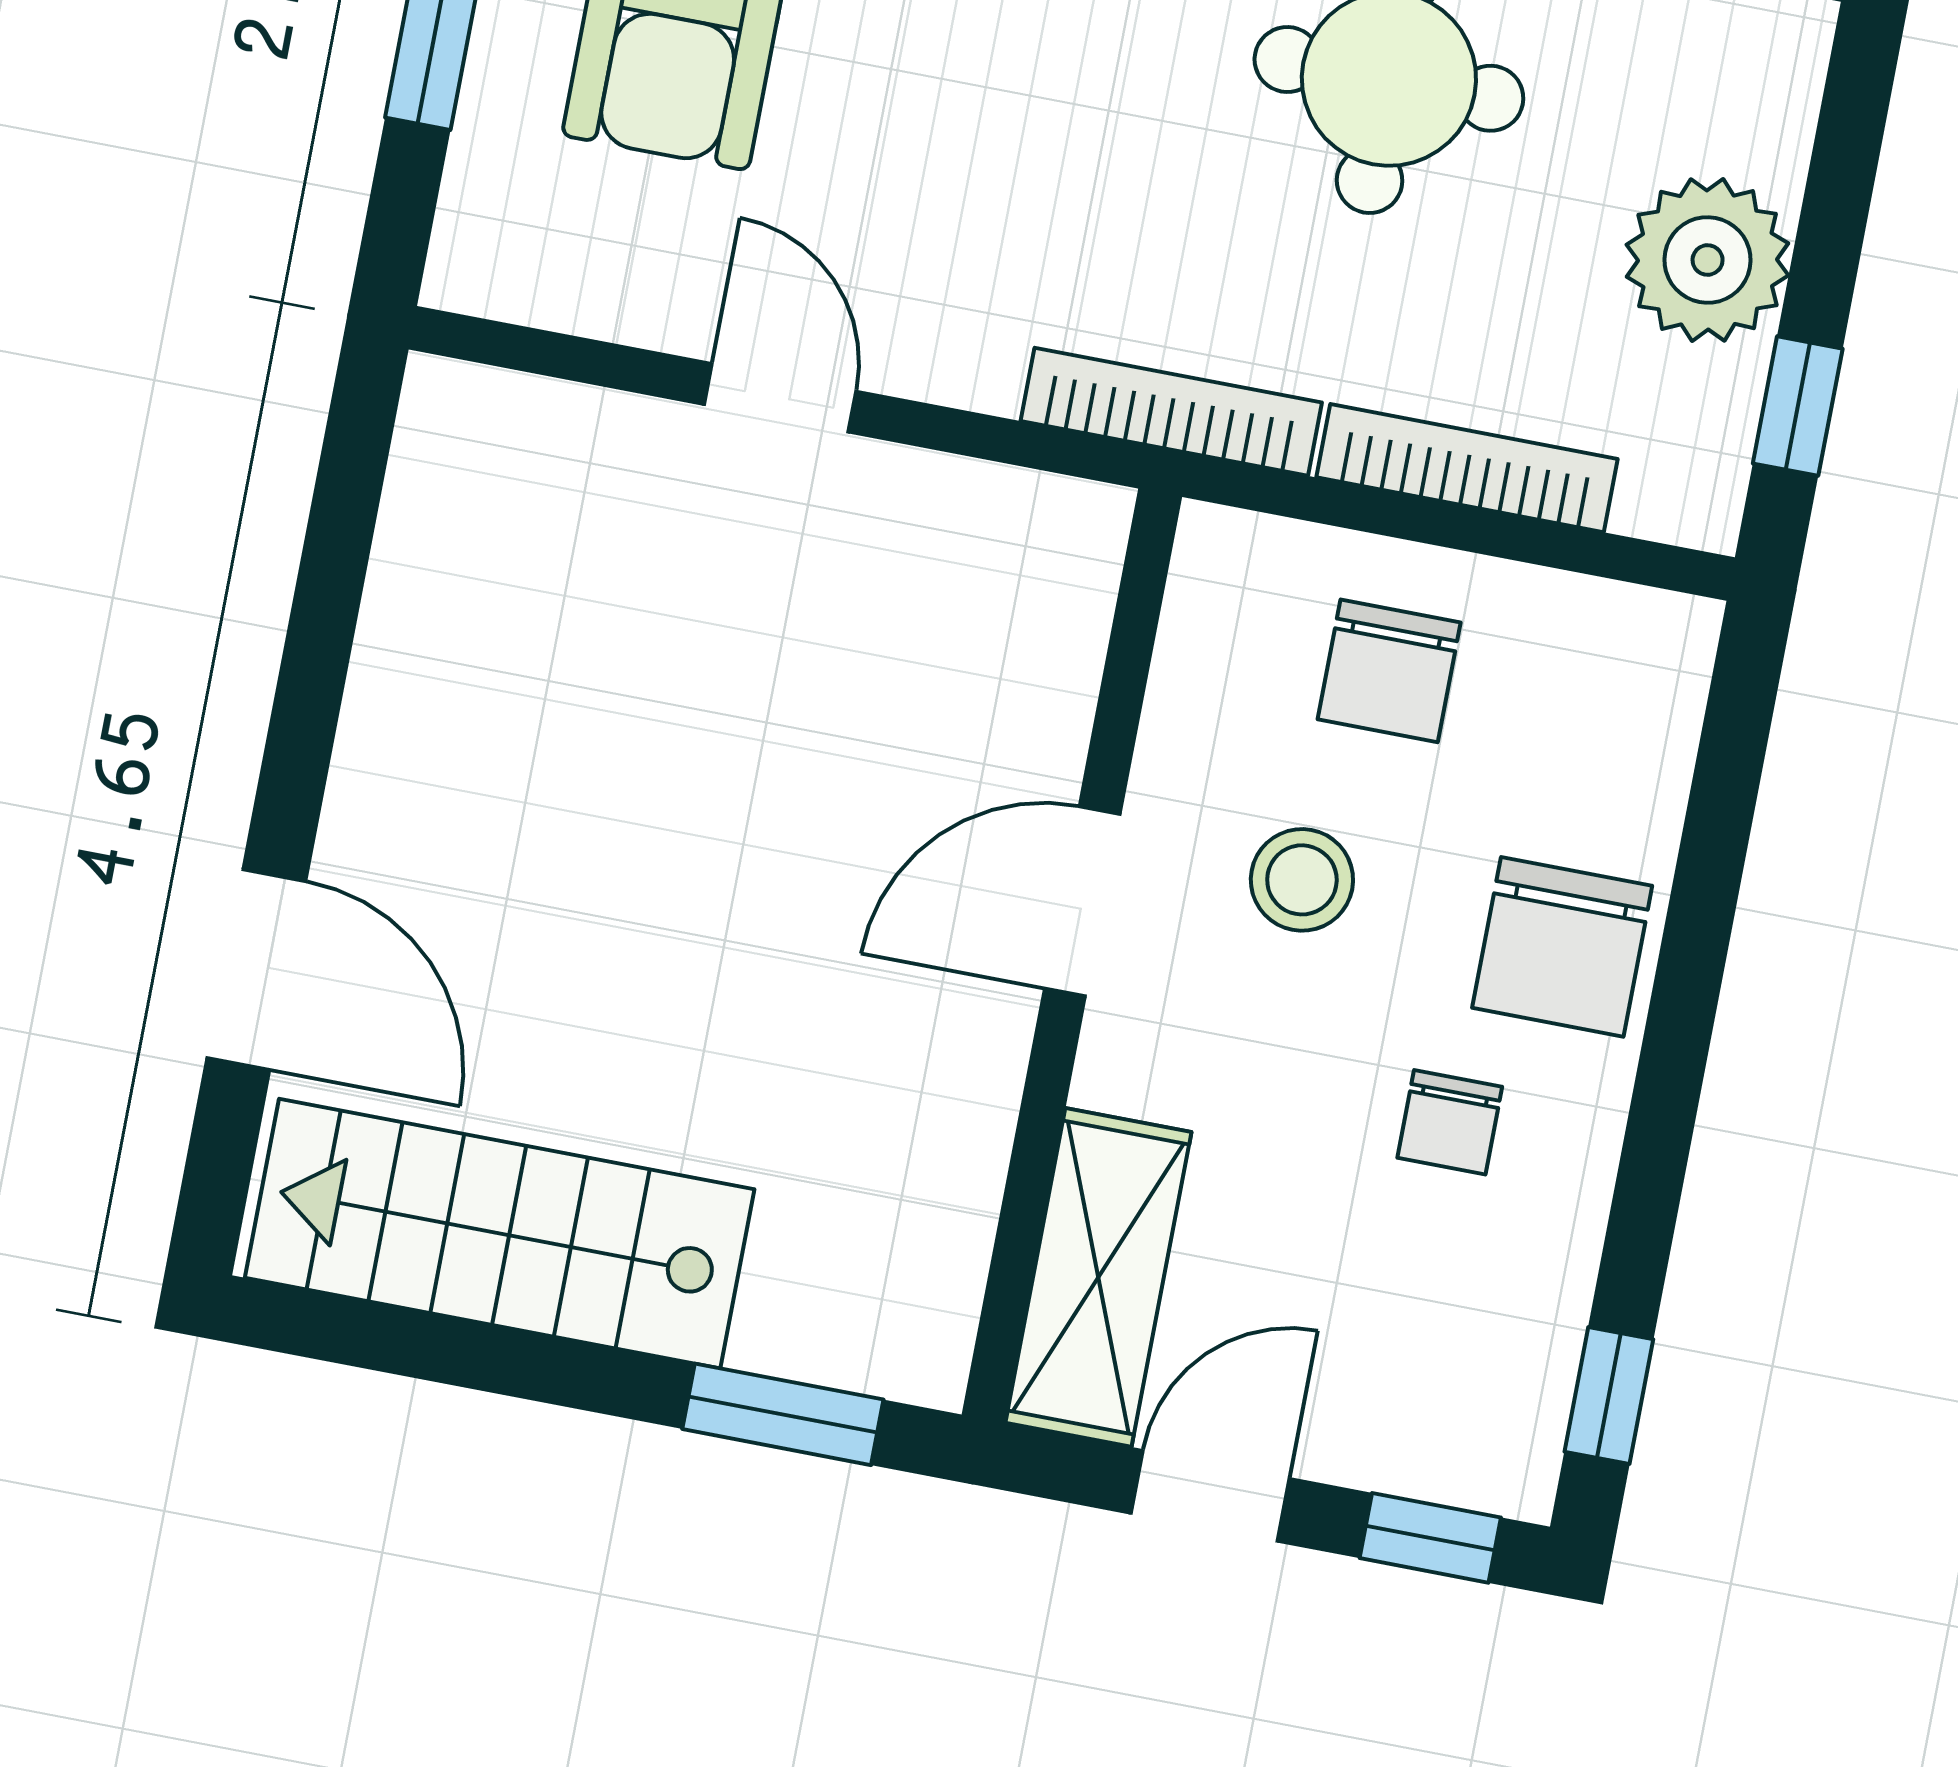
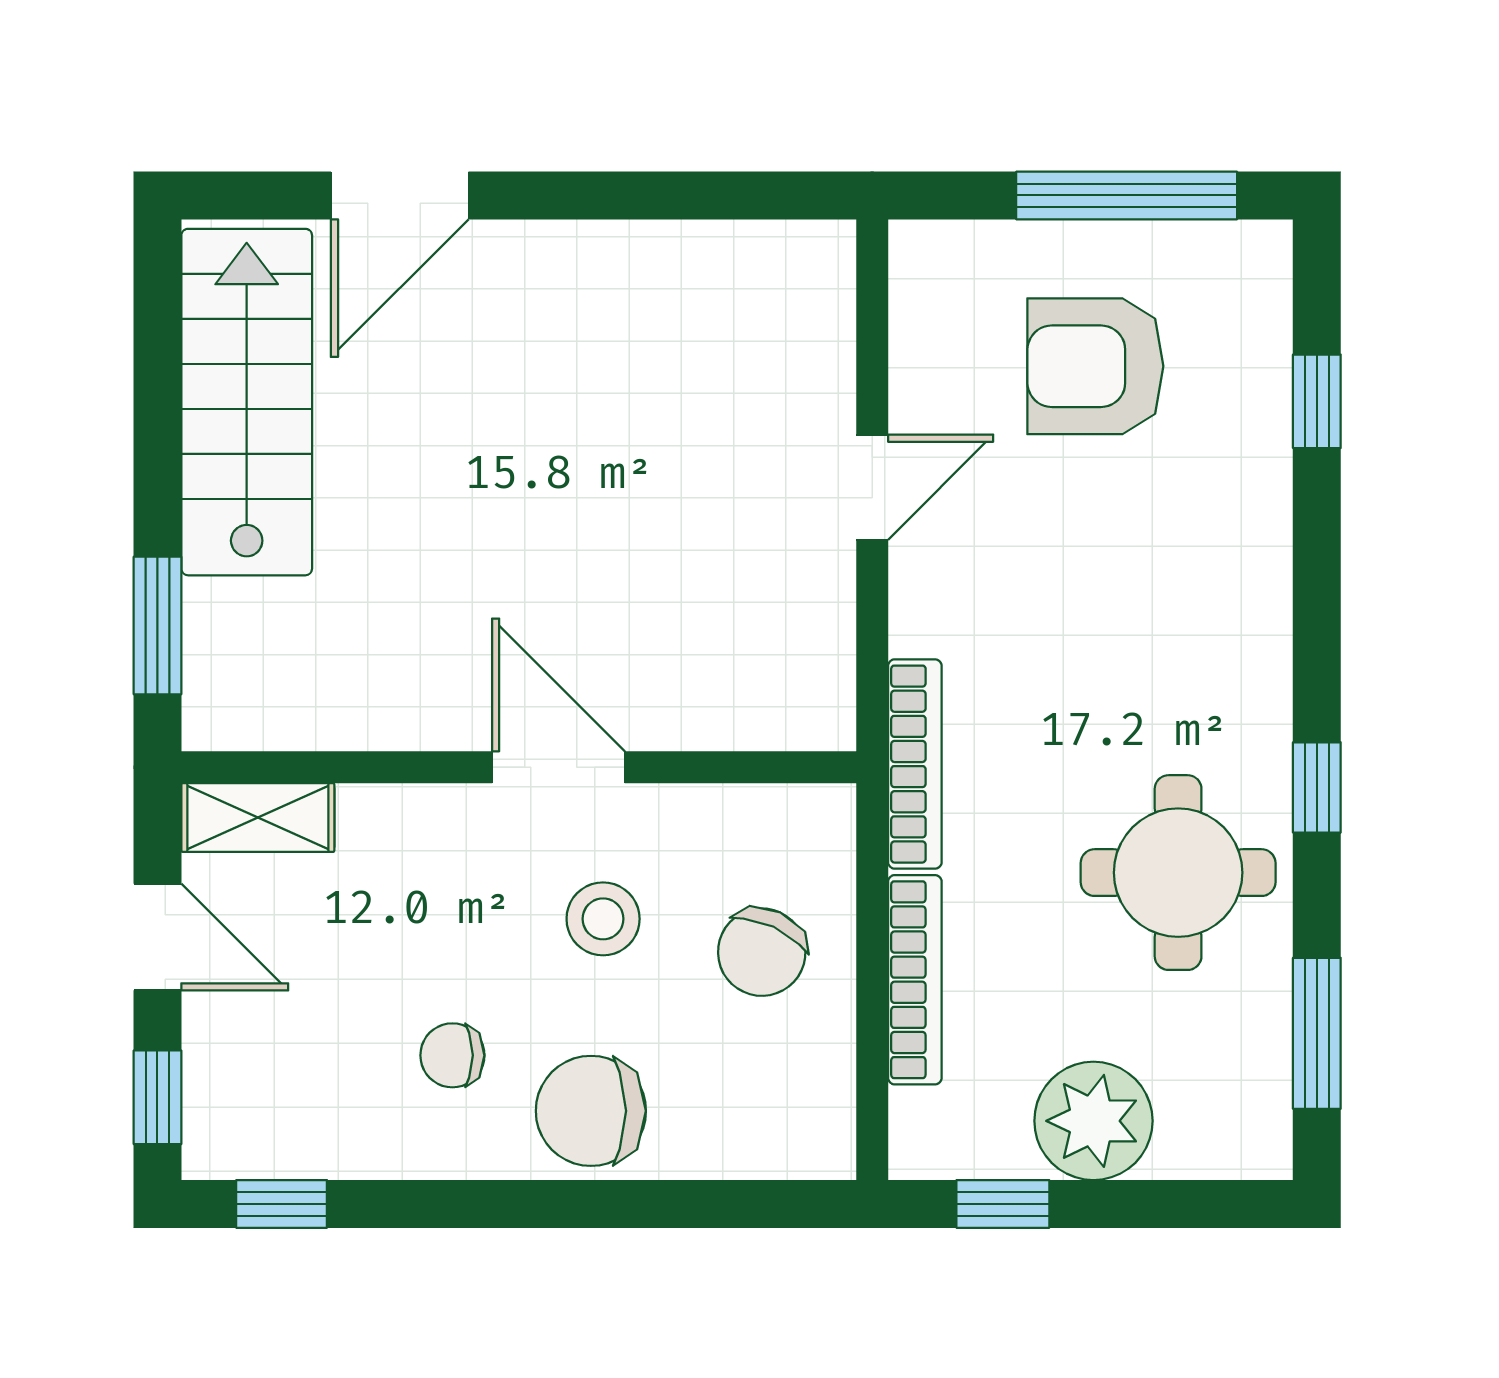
chair: (1389, 671) -> (762, 952), turned -65
shelving: (1098, 1277) -> (258, 818), width x0.67, depth x0.75

